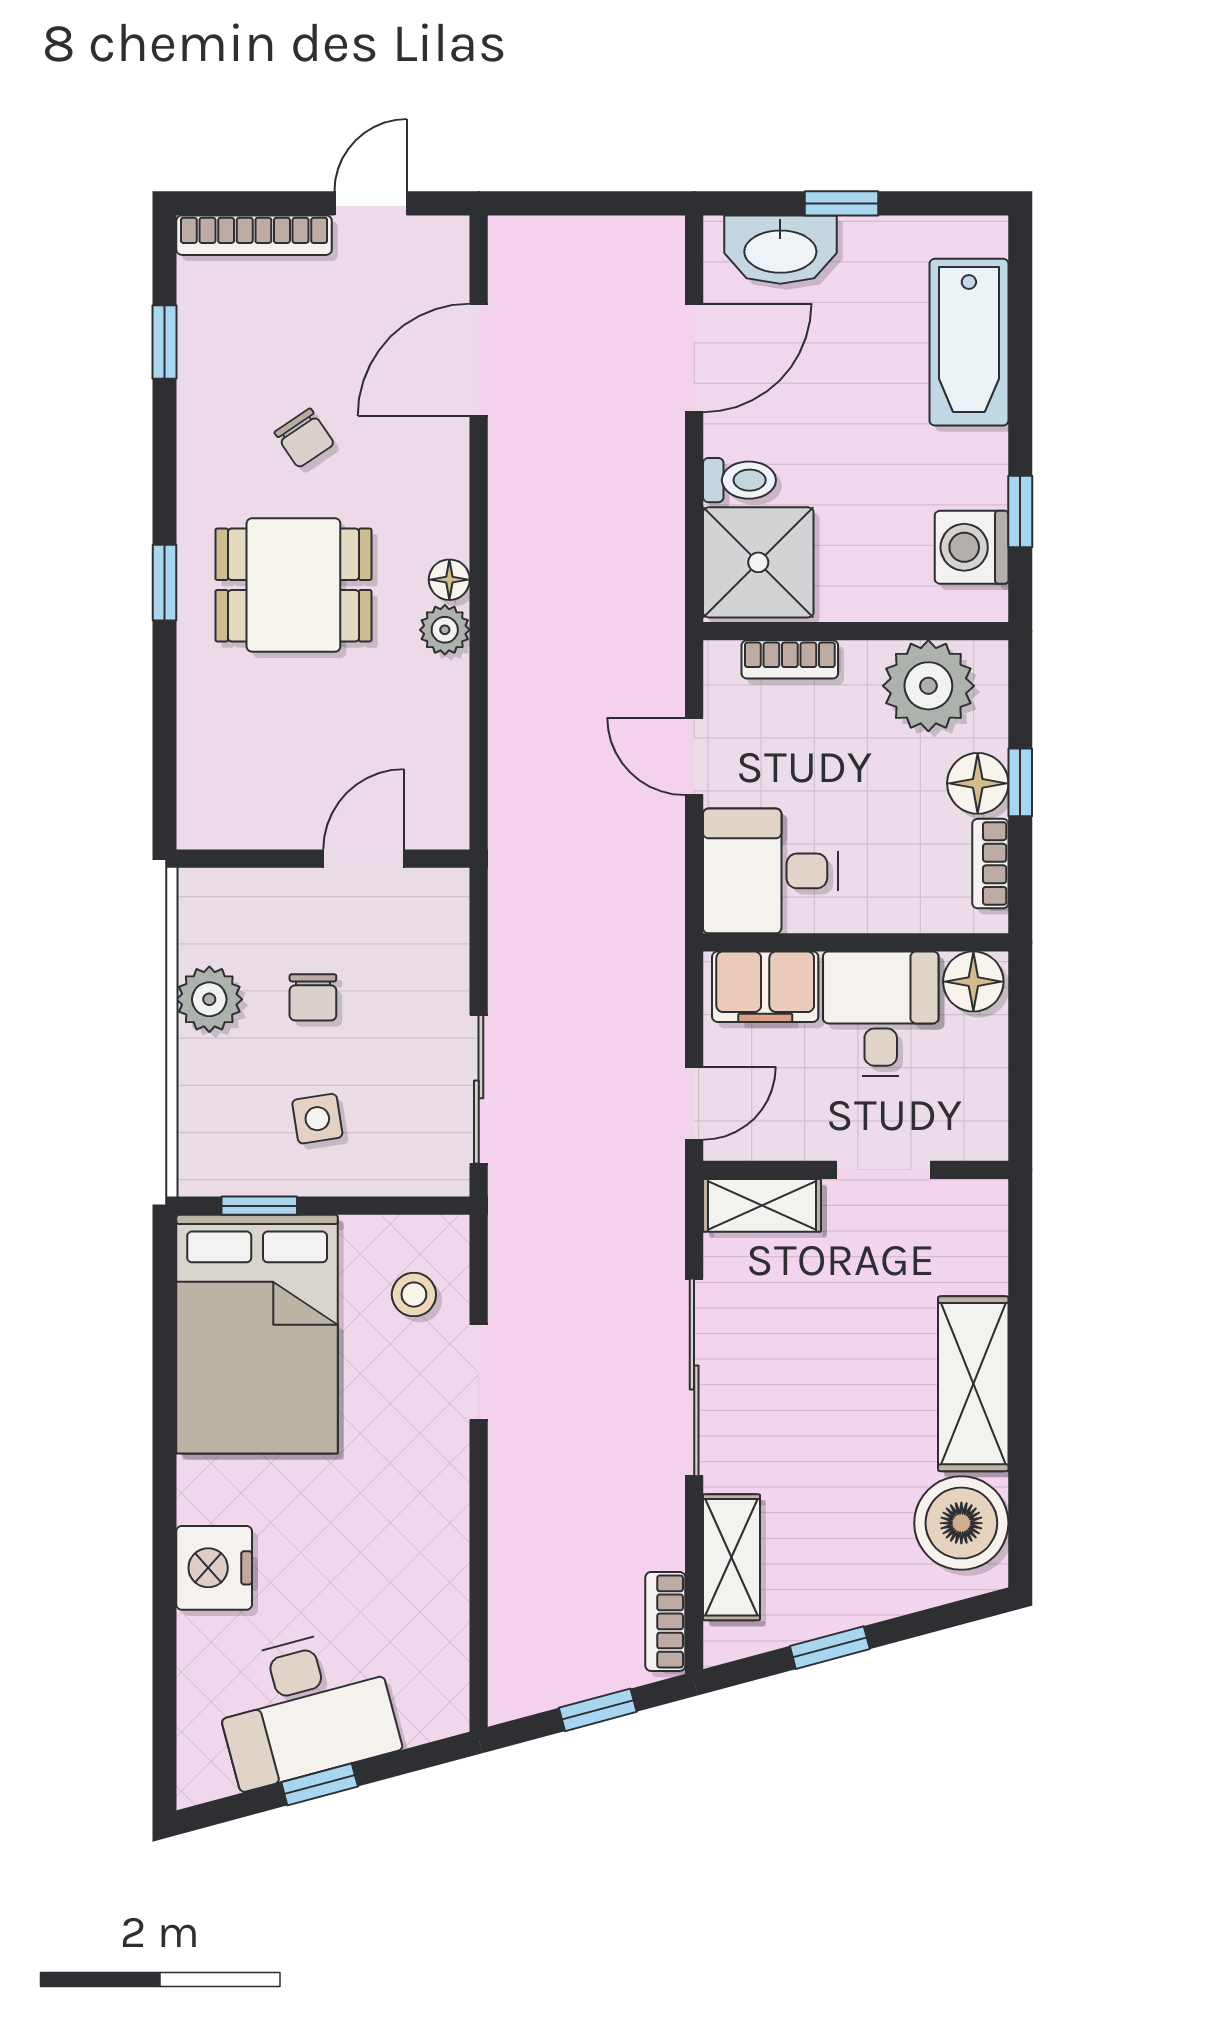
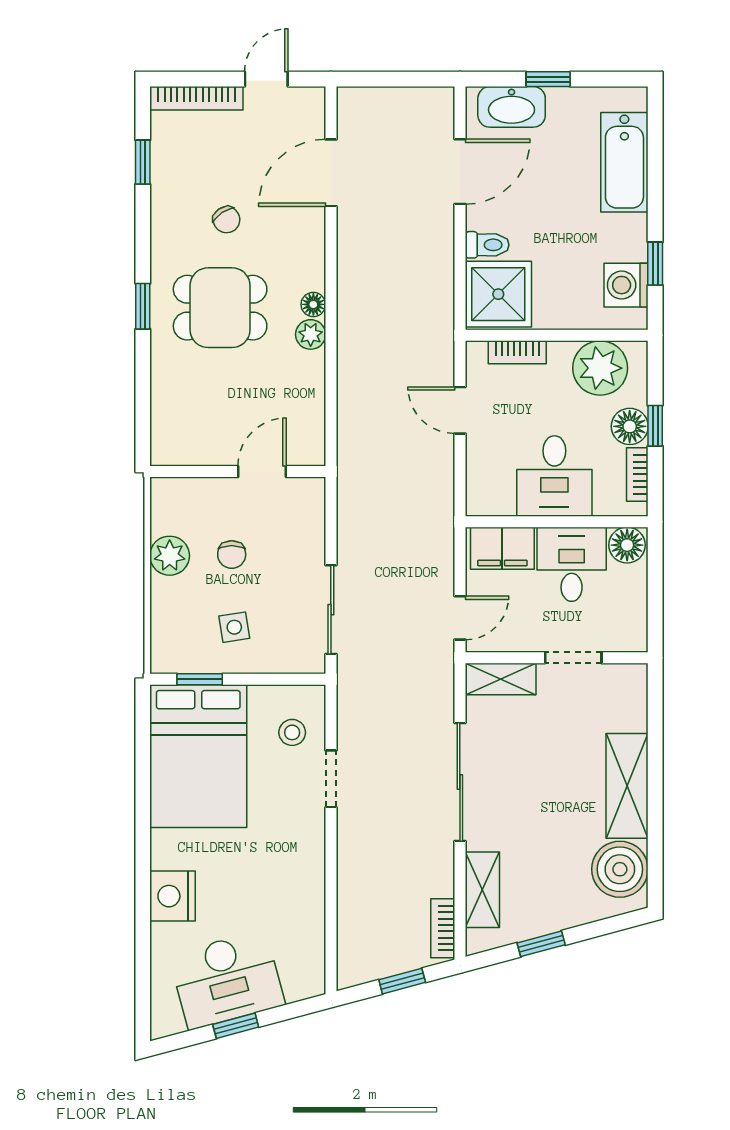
desk: (770, 871) -> (554, 476), moved, turned -90

